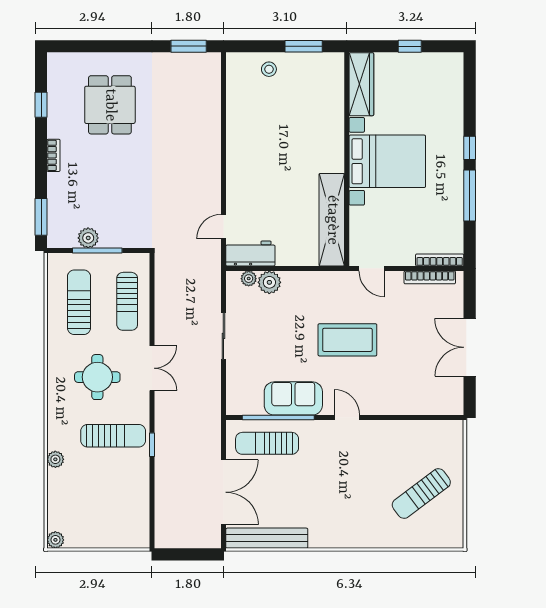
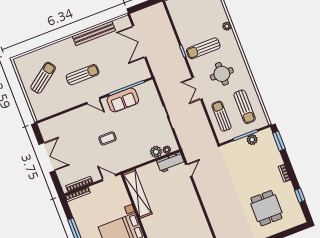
coffee table: (347, 340) -> (108, 138), width x0.54, depth x0.58
sun lounger: (267, 443) -> (83, 75), moved
bench: (267, 538) -> (94, 33), moved

